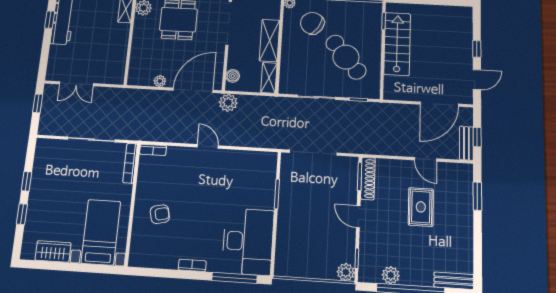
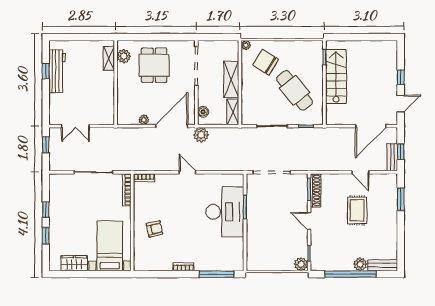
desk: (248, 241) -> (225, 212), moved
plant: (391, 275) -> (360, 264), moved

